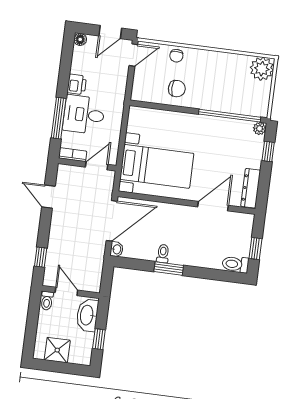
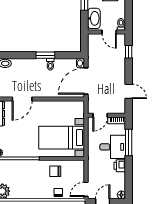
bed with nightstands: (157, 166) -> (62, 138), moved

